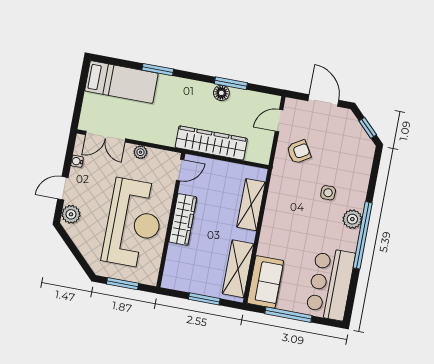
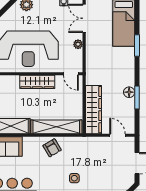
wardrobe: (211, 143) -> (93, 110), moved
armchair: (299, 152) -> (52, 148), moved
shelving: (251, 205) -> (56, 127), width x1.47

